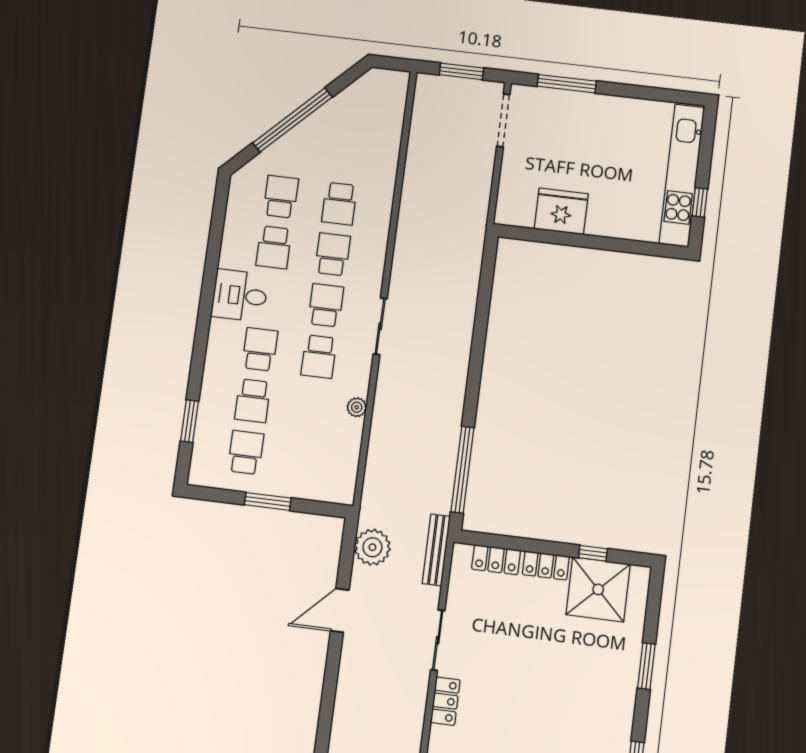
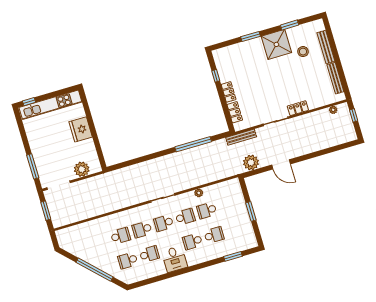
plant: (516, 183) -> (82, 169), added
window: (700, 202) -> (29, 102), moved
fridge: (561, 211) -> (81, 129), moved
school desk: (246, 452) -> (207, 210), moved
window: (462, 470) -> (193, 144), moved
shower: (598, 589) -> (276, 44), moved

